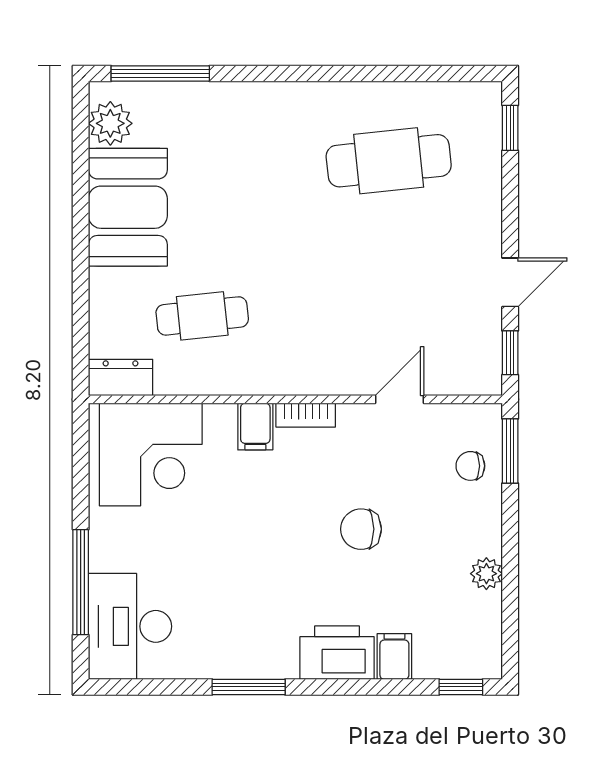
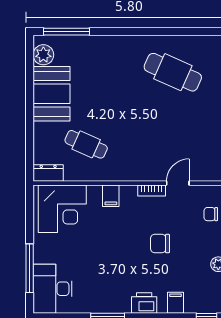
cafe table: (389, 161) -> (173, 72), turned 30
cafe table: (202, 316) -> (86, 144), turned 30
bookcase: (306, 415) -> (152, 190), moved
printer: (337, 653) -> (144, 303), width x0.73, depth x0.84

